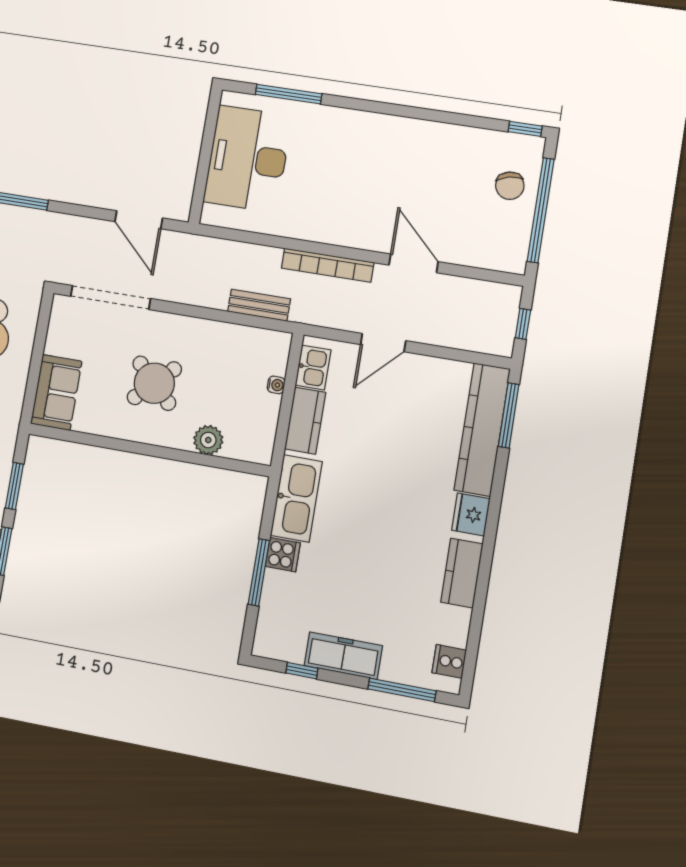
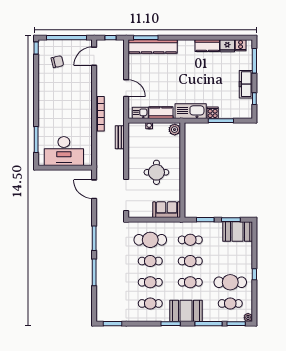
chair: (510, 186) -> (57, 62), moved
door: (139, 220) -> (94, 189), swing flipped
door: (414, 263) -> (94, 56), moved
round table: (154, 383) -> (156, 172), turned 45
plant: (208, 440) -> (175, 130), moved
fridge: (471, 514) -> (227, 46), moved

